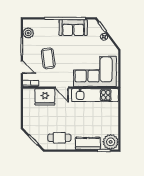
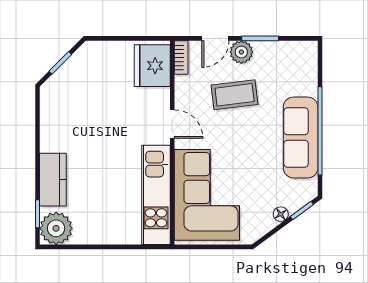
sofa: (73, 28) -> (301, 138), width x1.36
plant: (28, 33) -> (241, 52), moved
door: (62, 88) -> (172, 124), swing flipped
fridge: (45, 97) -> (152, 66), moved
cafe table: (59, 138) -> (65, 119), removed

